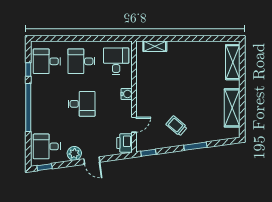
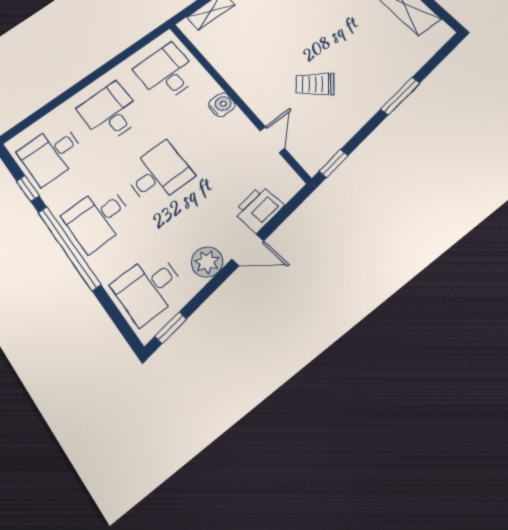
desk: (81, 61) -> (110, 113), turned 90
desk: (47, 104) -> (98, 218), added
trolley: (176, 126) -> (315, 84), moved
printer: (125, 143) -> (259, 209), moved, turned 82

